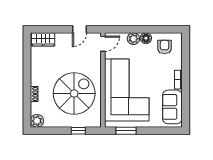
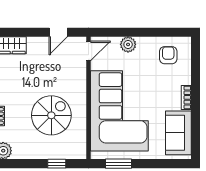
floor lamp: (146, 38) -> (144, 44), removed
spiral stairs: (74, 93) -> (51, 115), width x0.73, depth x0.73

